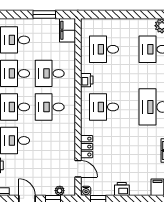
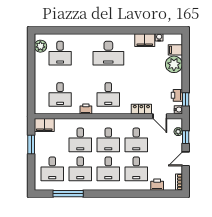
desk: (50, 140) -> (136, 140), added
door: (78, 169) -> (160, 116), swing flipped
plant: (140, 186) -> (174, 64), added
printer: (122, 189) -> (177, 95), moved

